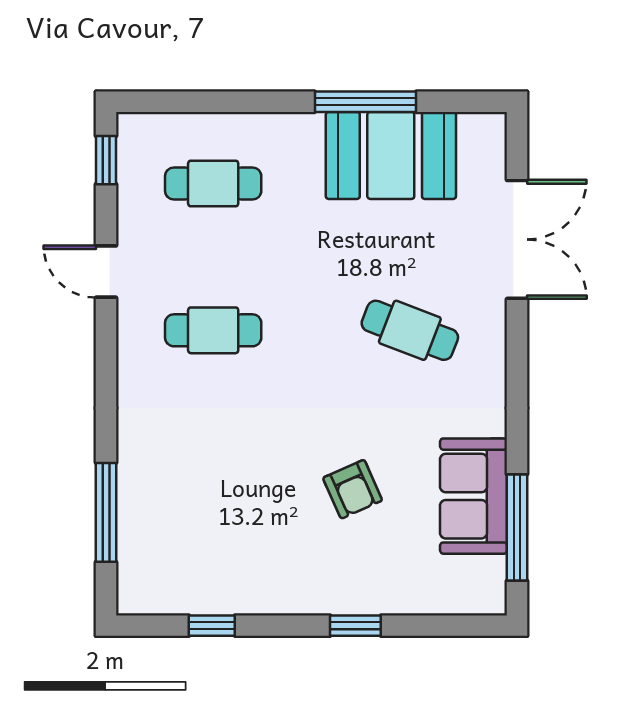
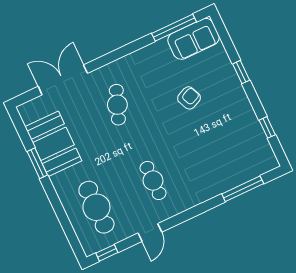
window: (365, 102) -> (37, 163), width x0.69
cafe table: (213, 183) -> (96, 207), width x1.37, depth x1.35
sofa: (474, 496) -> (194, 39), moved

